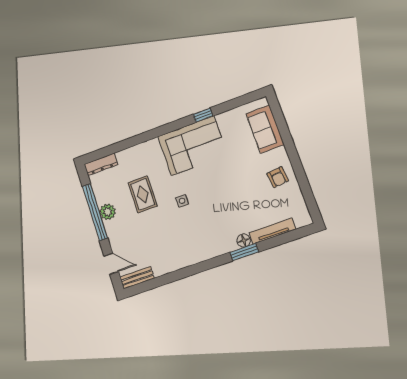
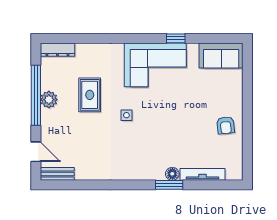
sofa: (265, 129) -> (221, 55), moved, turned -90

